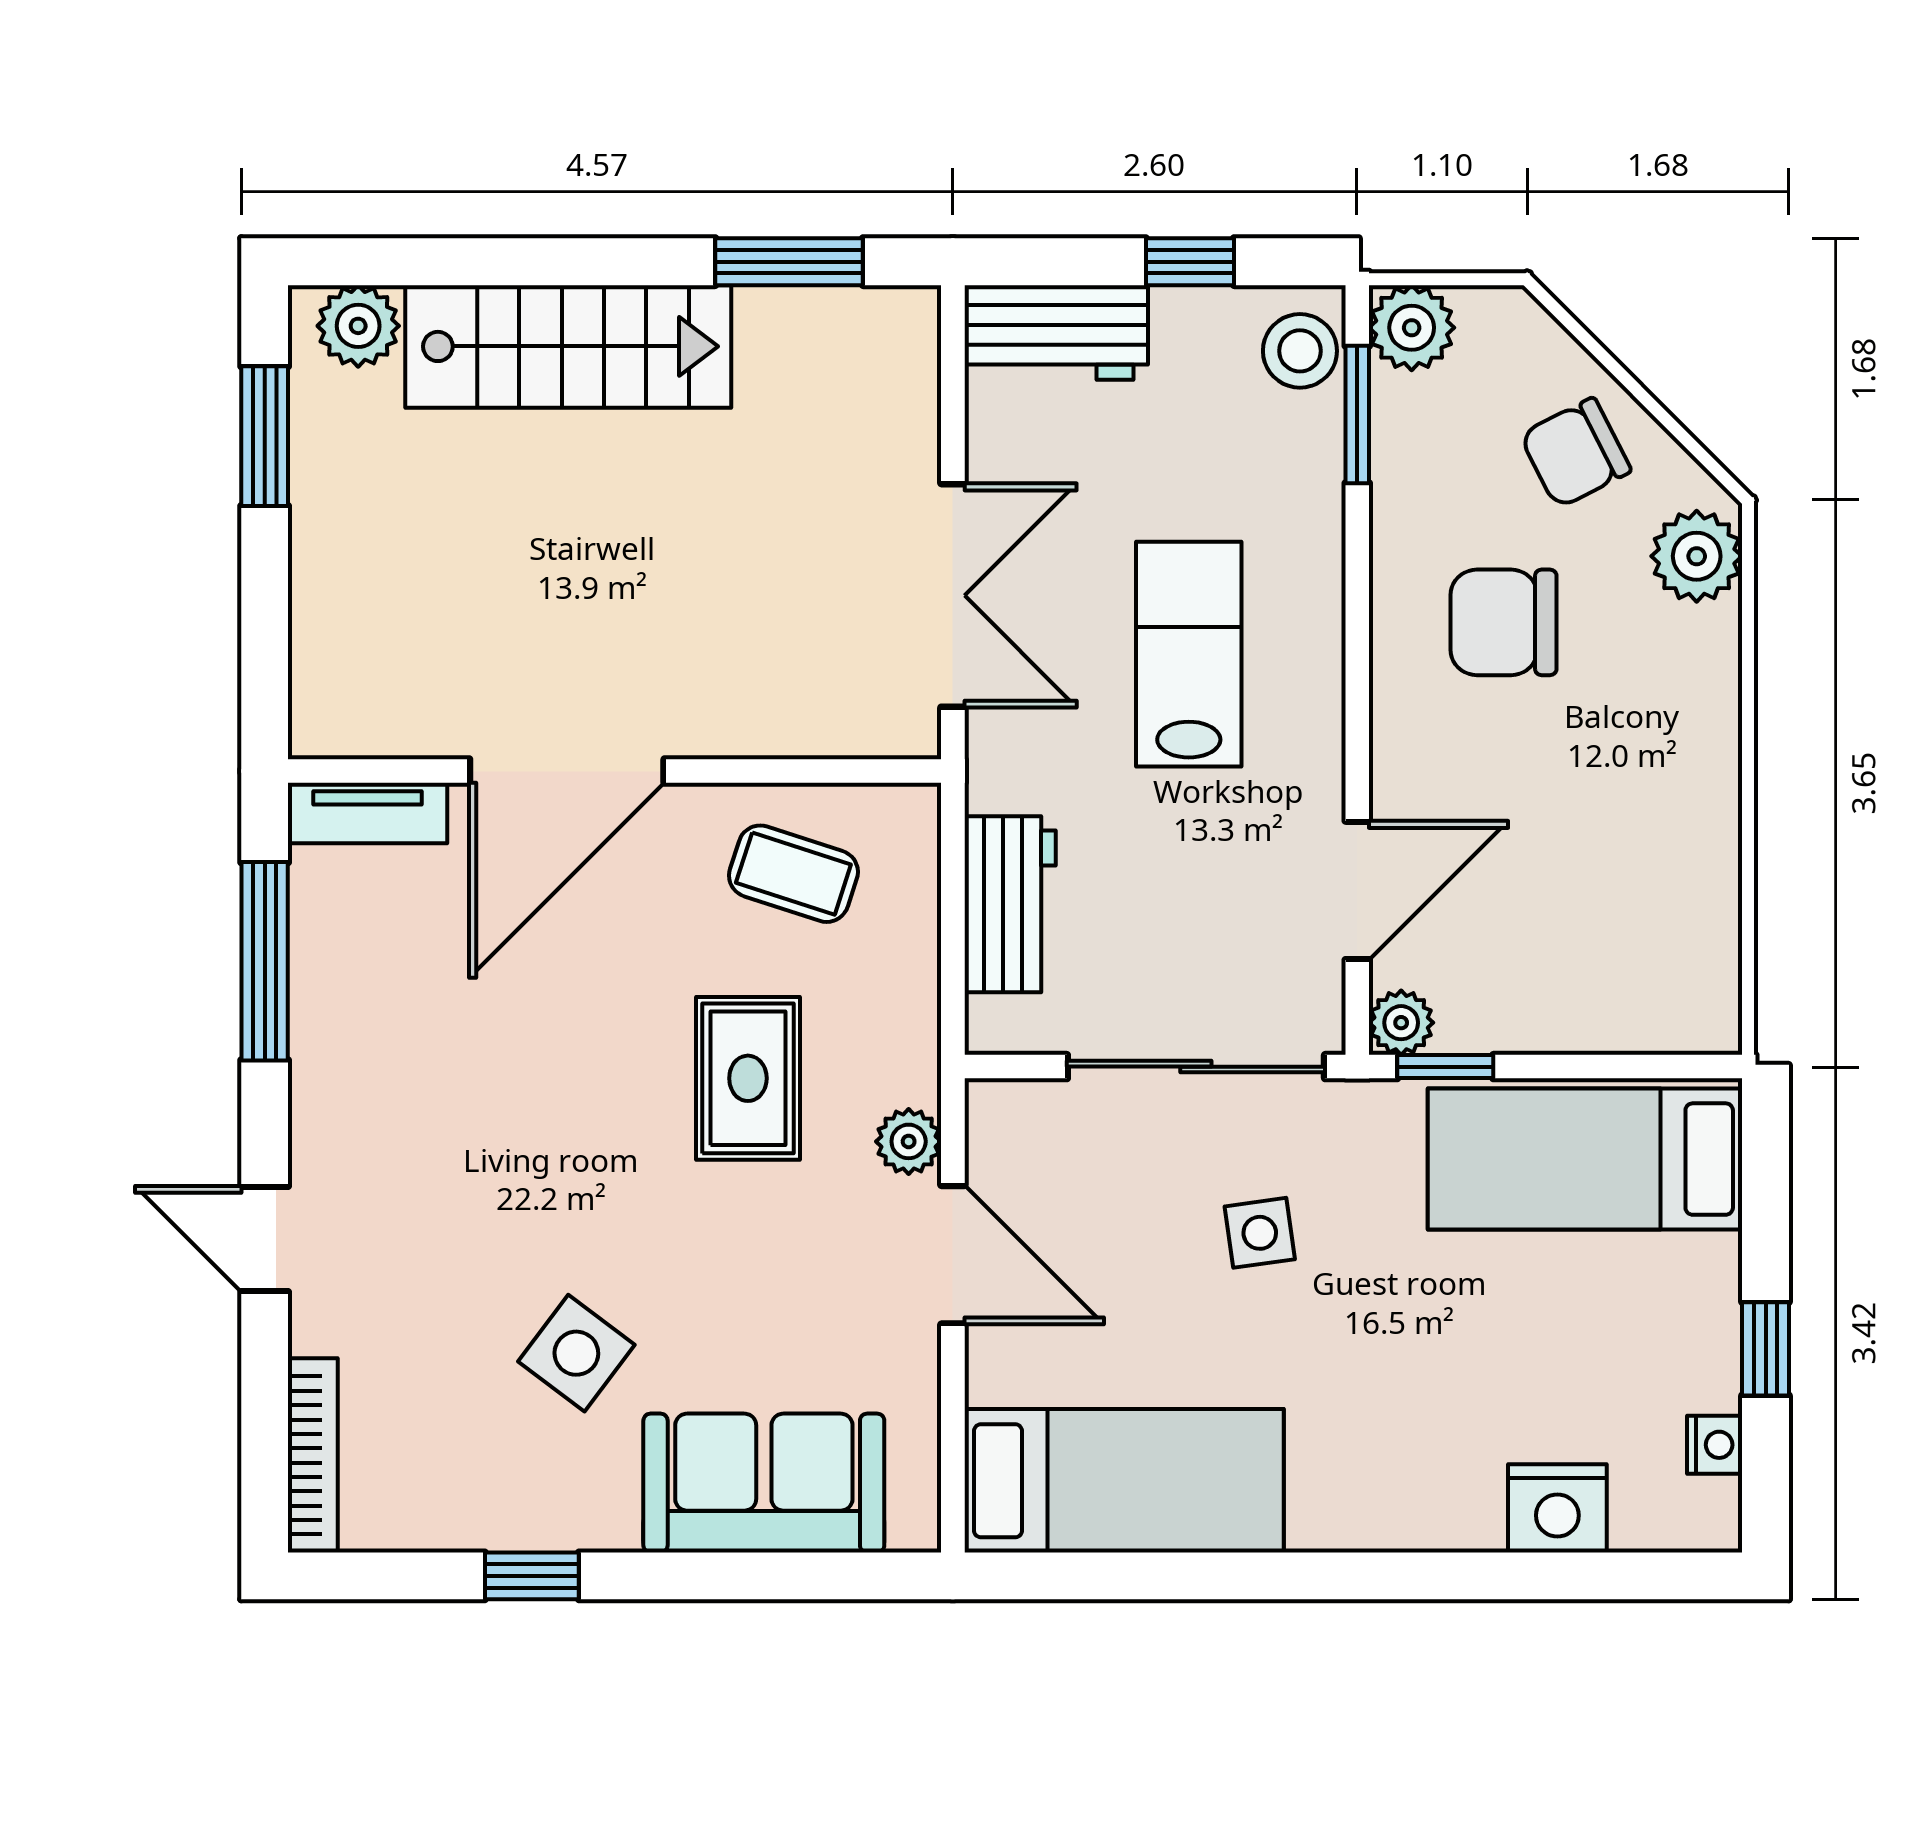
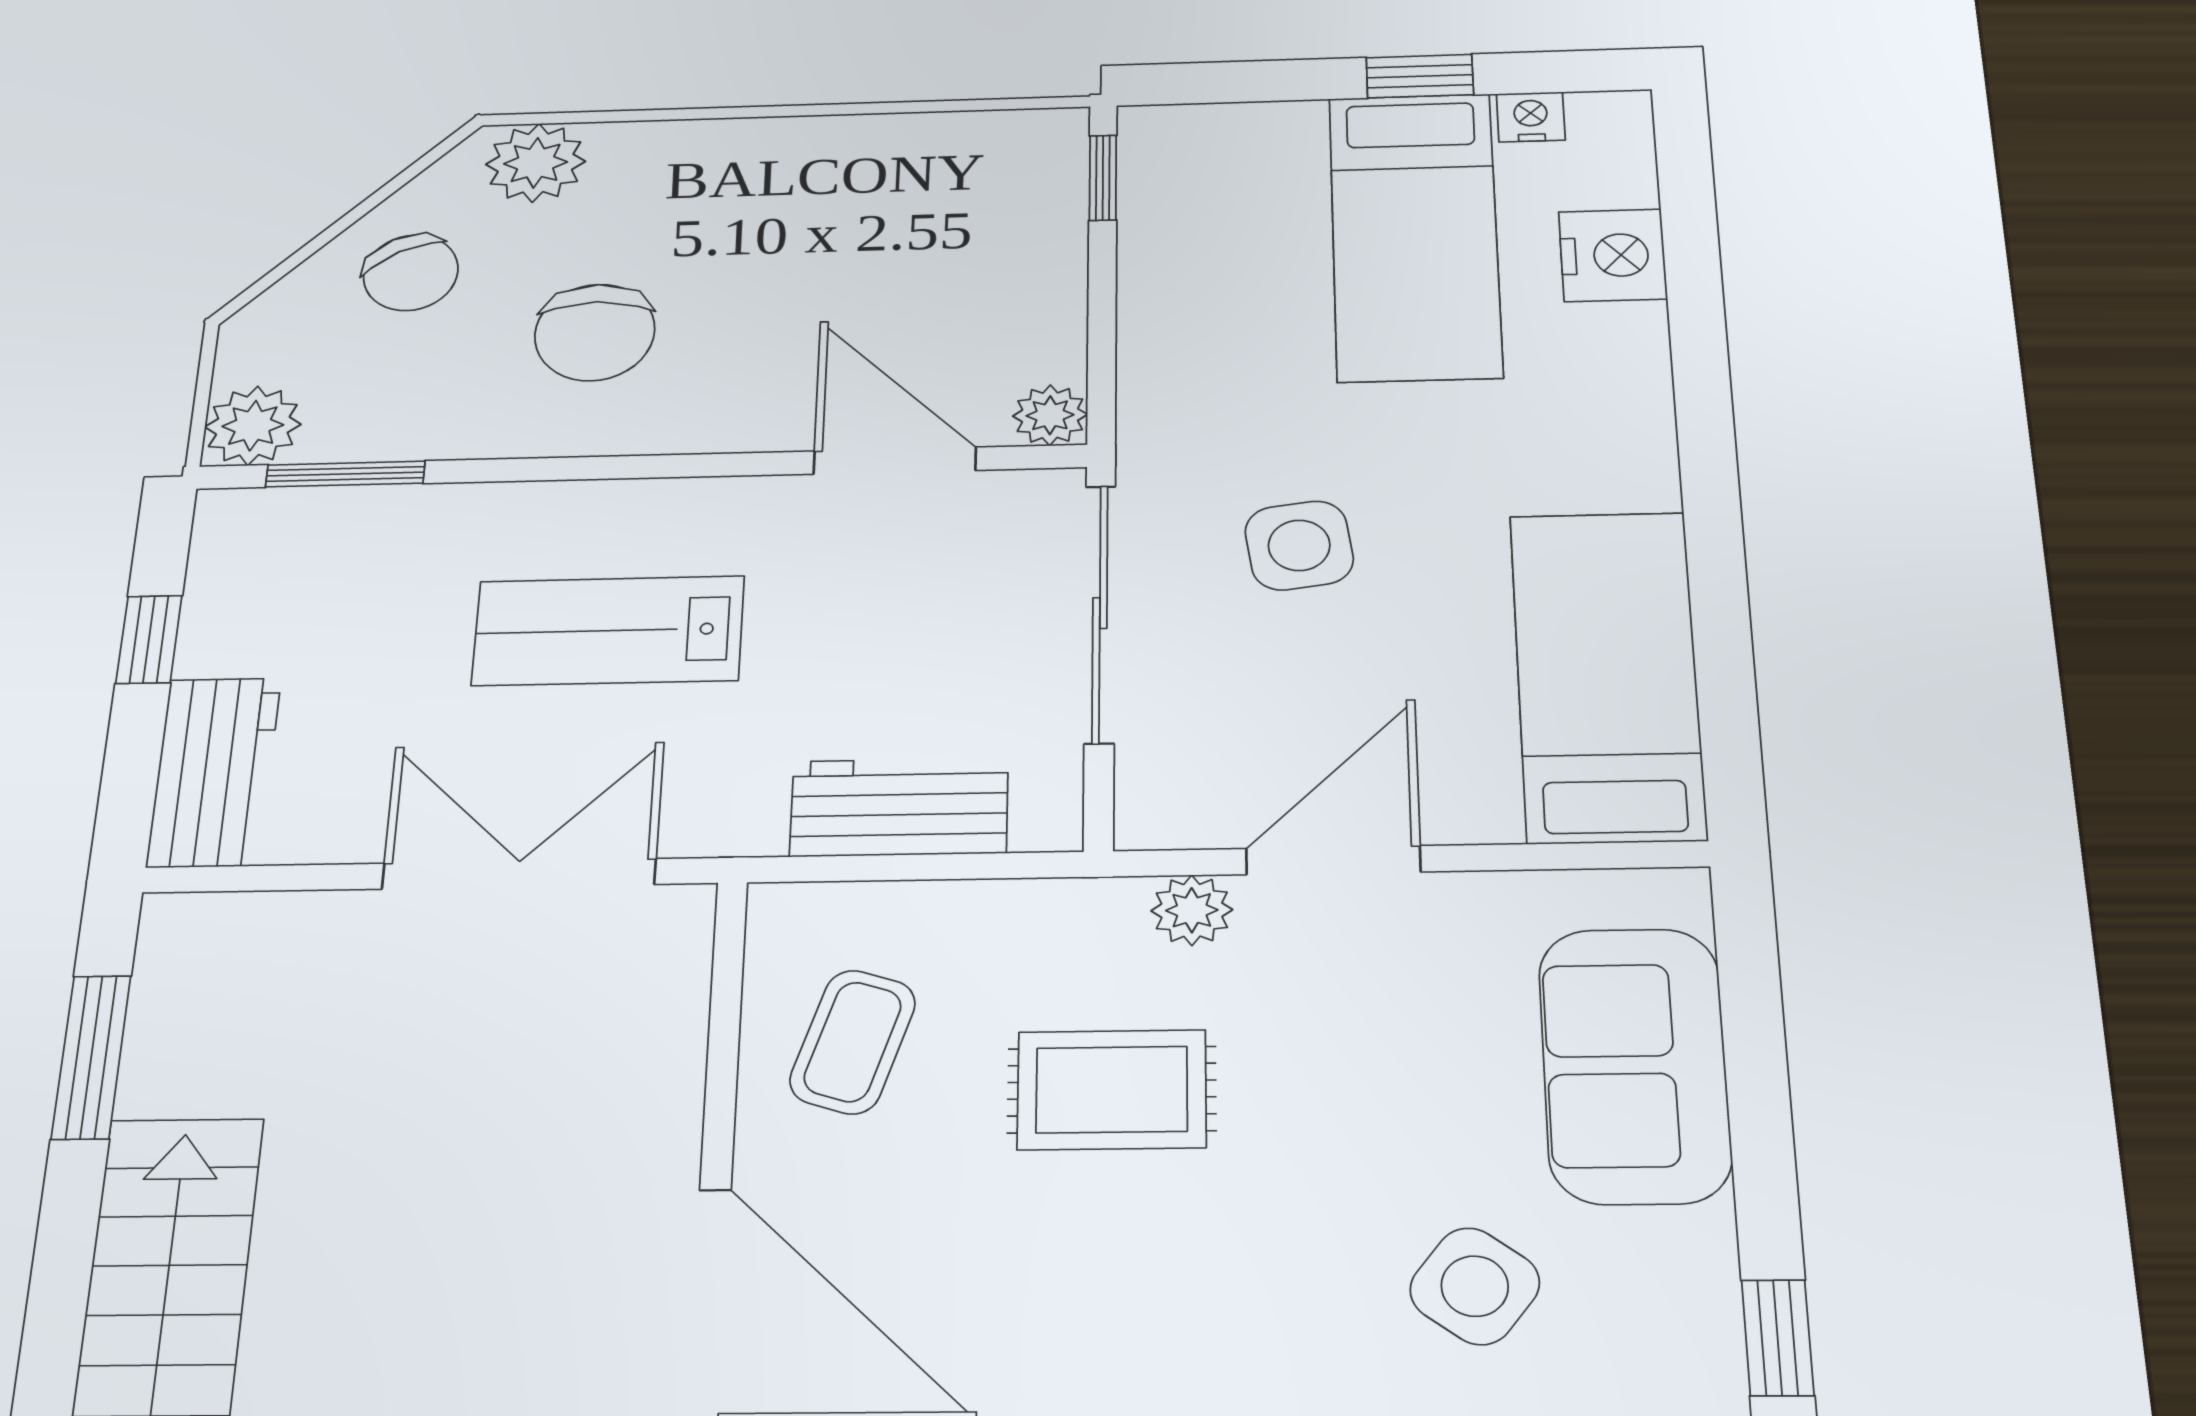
stool: (1300, 351) -> (266, 530), removed
window: (1445, 1067) -> (1103, 178), moved
bed: (1585, 1159) -> (1415, 236), moved
side table: (1260, 1233) -> (1299, 545), width x1.37, depth x1.37

